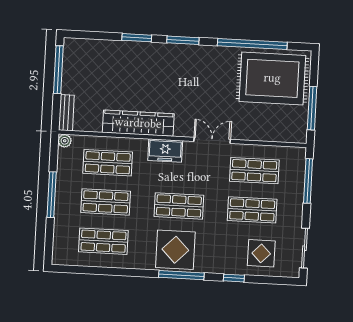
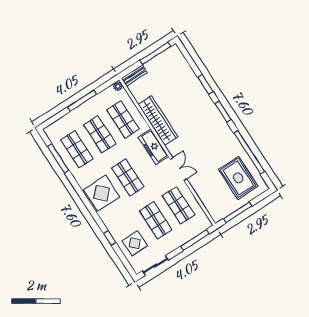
rug: (272, 78) -> (238, 178), width x0.73, depth x0.69
freezer: (165, 150) -> (153, 147), width x1.40
window: (181, 275) -> (58, 158), moved

